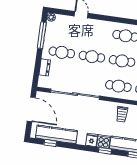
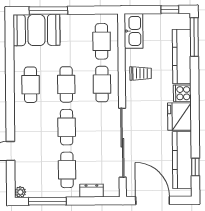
door: (31, 109) -> (153, 200), hinge flipped
fridge: (92, 140) -> (180, 117), width x1.88, depth x1.34
window: (105, 151) -> (195, 89), removed

